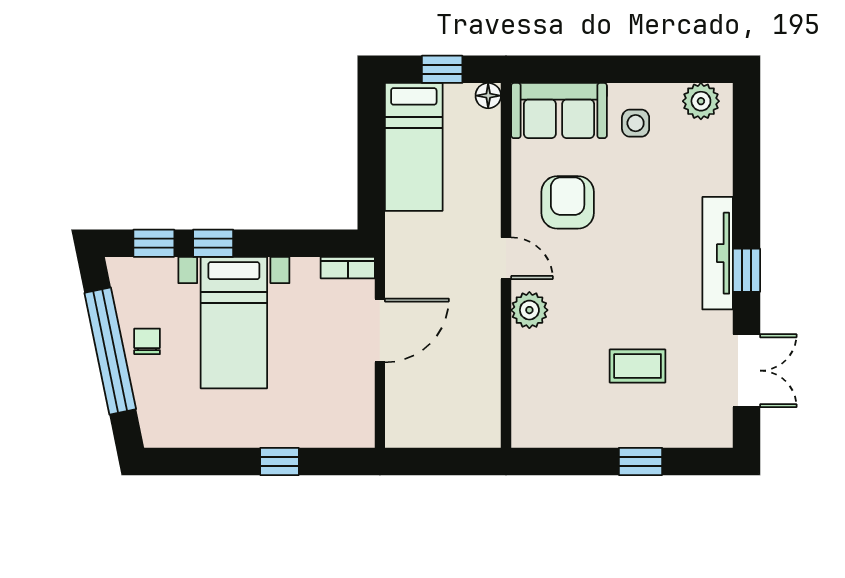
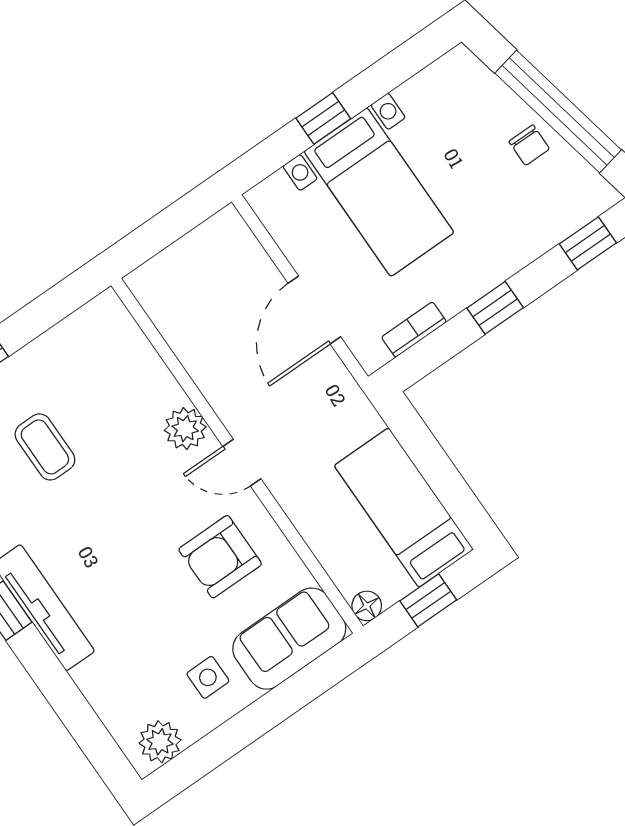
armchair: (568, 202) -> (220, 557), turned 90
window: (213, 243) -> (495, 308), moved
bookcase: (348, 268) -> (414, 330), moved
bed with nightstands: (234, 323) -> (379, 192), moved, turned 180
coffee table: (638, 366) -> (45, 447), turned 90

